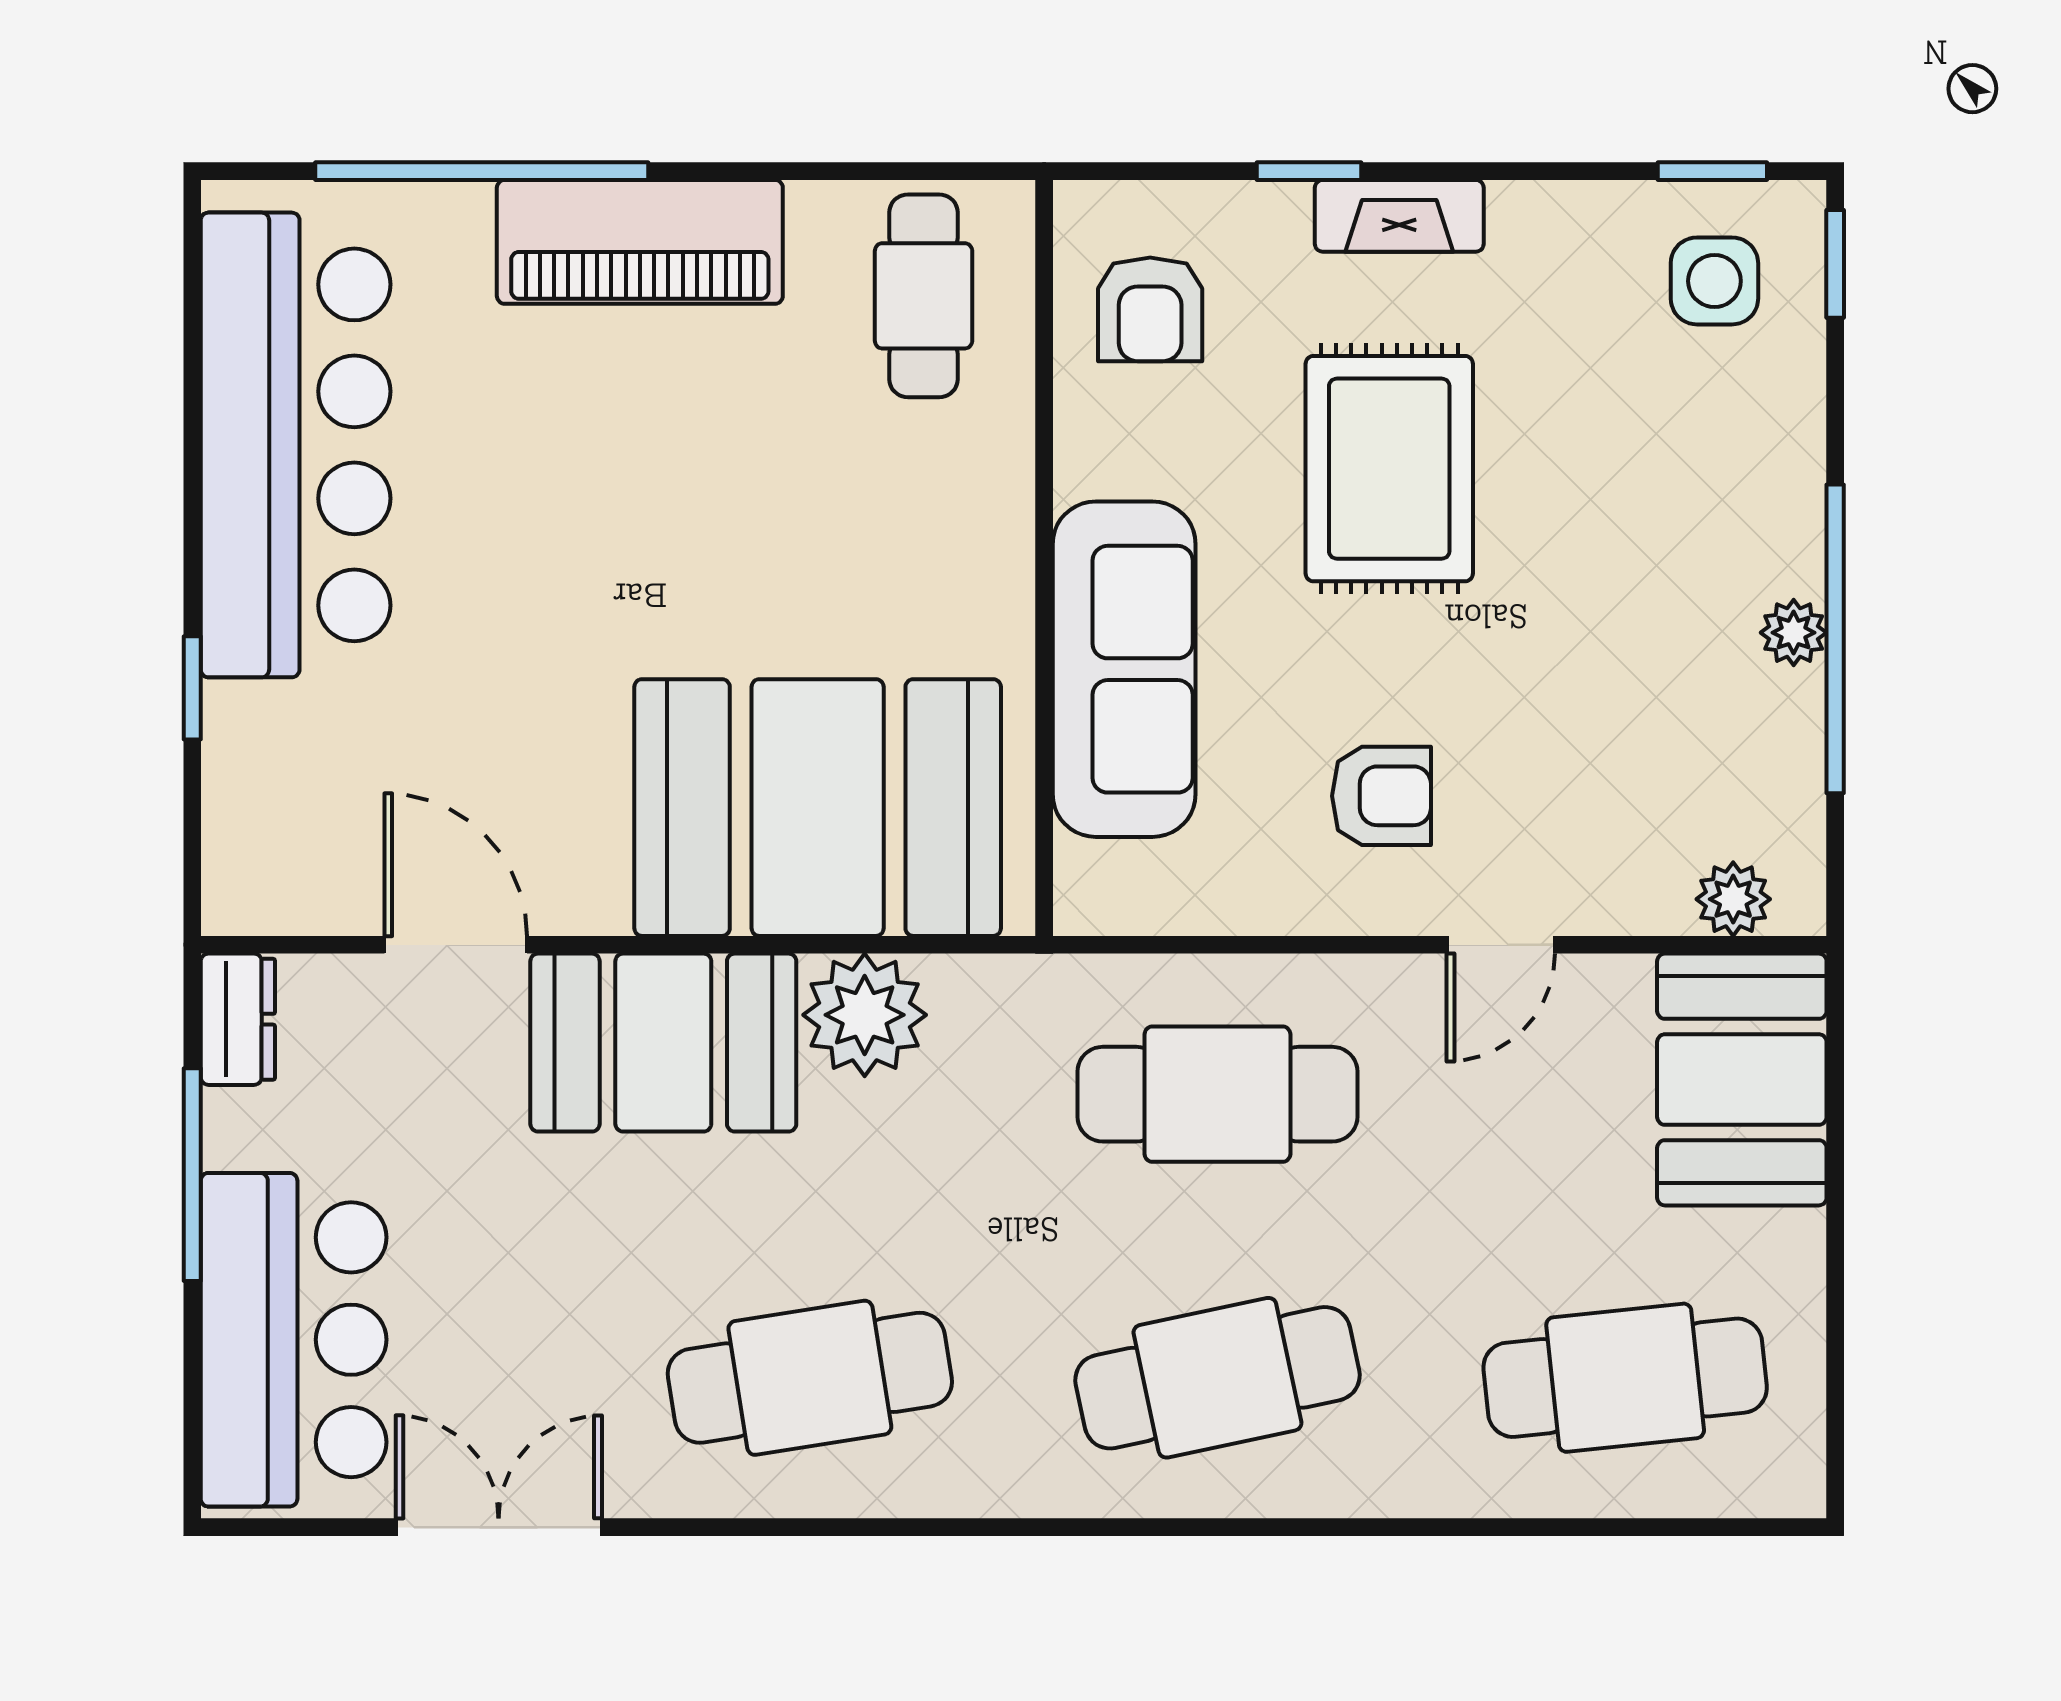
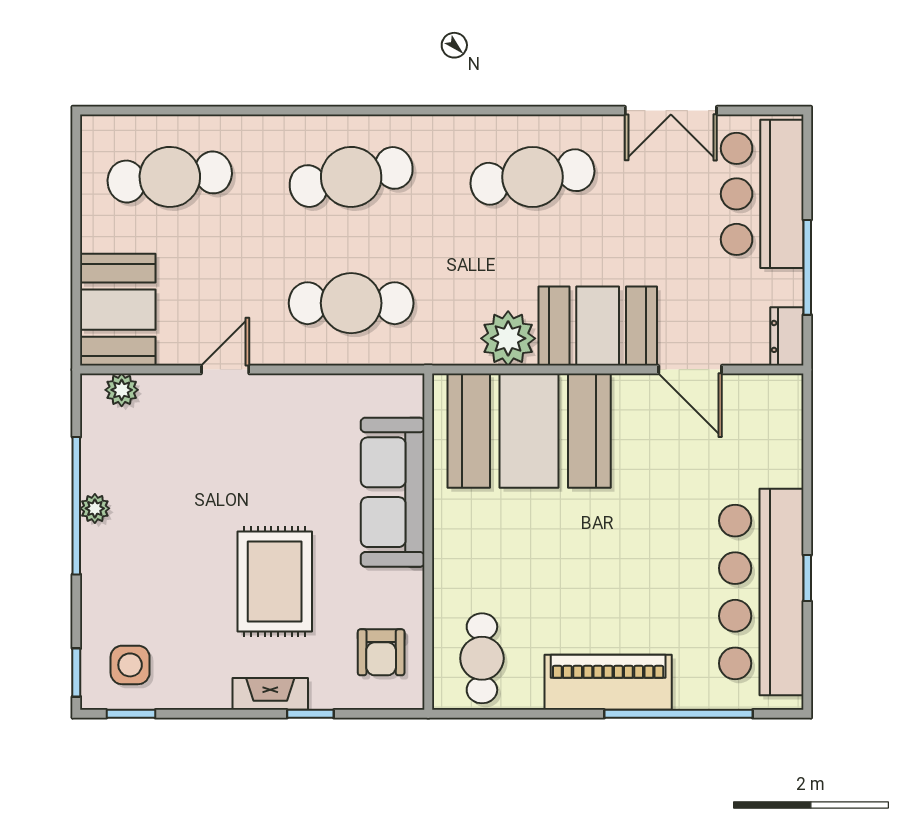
armchair: (1150, 309) -> (381, 652), turned 180
window: (192, 688) -> (807, 578), moved
armchair: (1382, 796) -> (278, 436), removed

